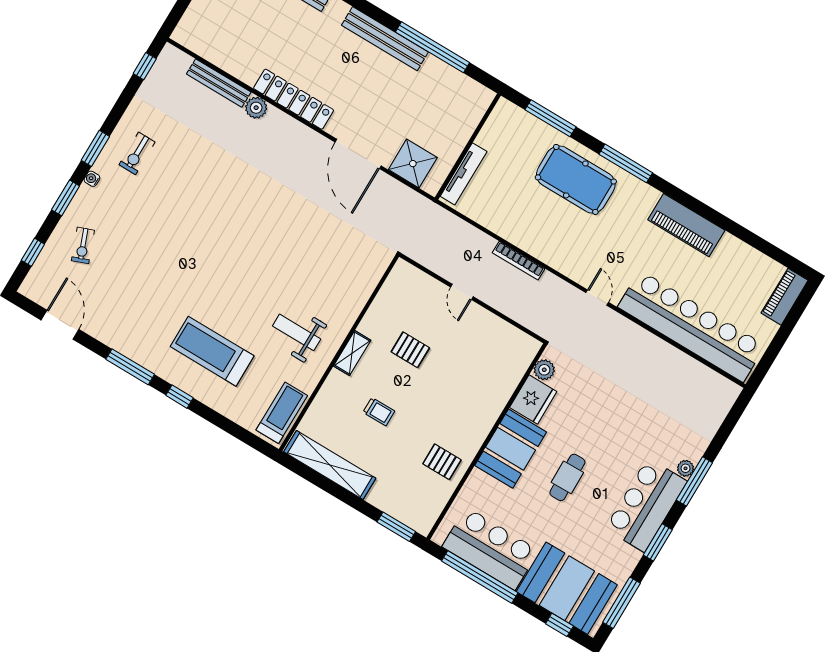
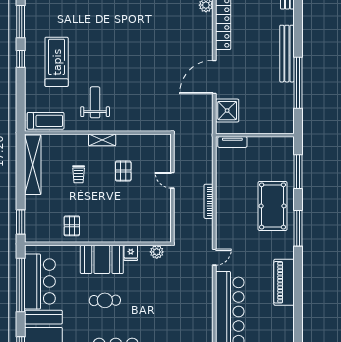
tv unit: (464, 174) -> (232, 142), width x0.71
door: (462, 292) -> (172, 180), hinge flipped
fridge: (533, 400) -> (131, 253), width x0.53, depth x0.75

